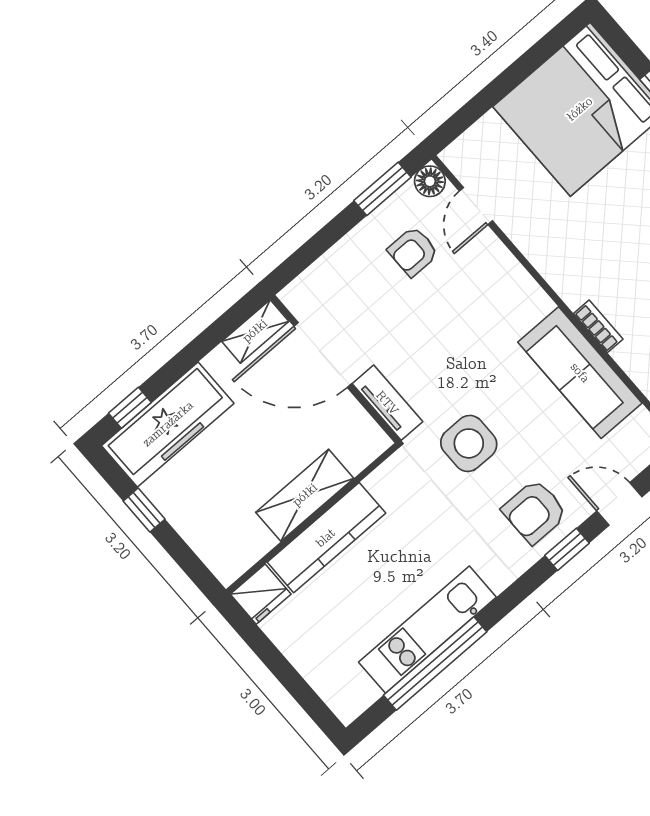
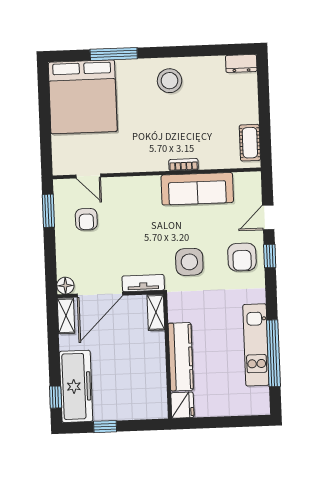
floor lamp: (430, 181) -> (65, 286), moved
shelving: (305, 495) -> (156, 312), moved, width x0.67, depth x0.75

